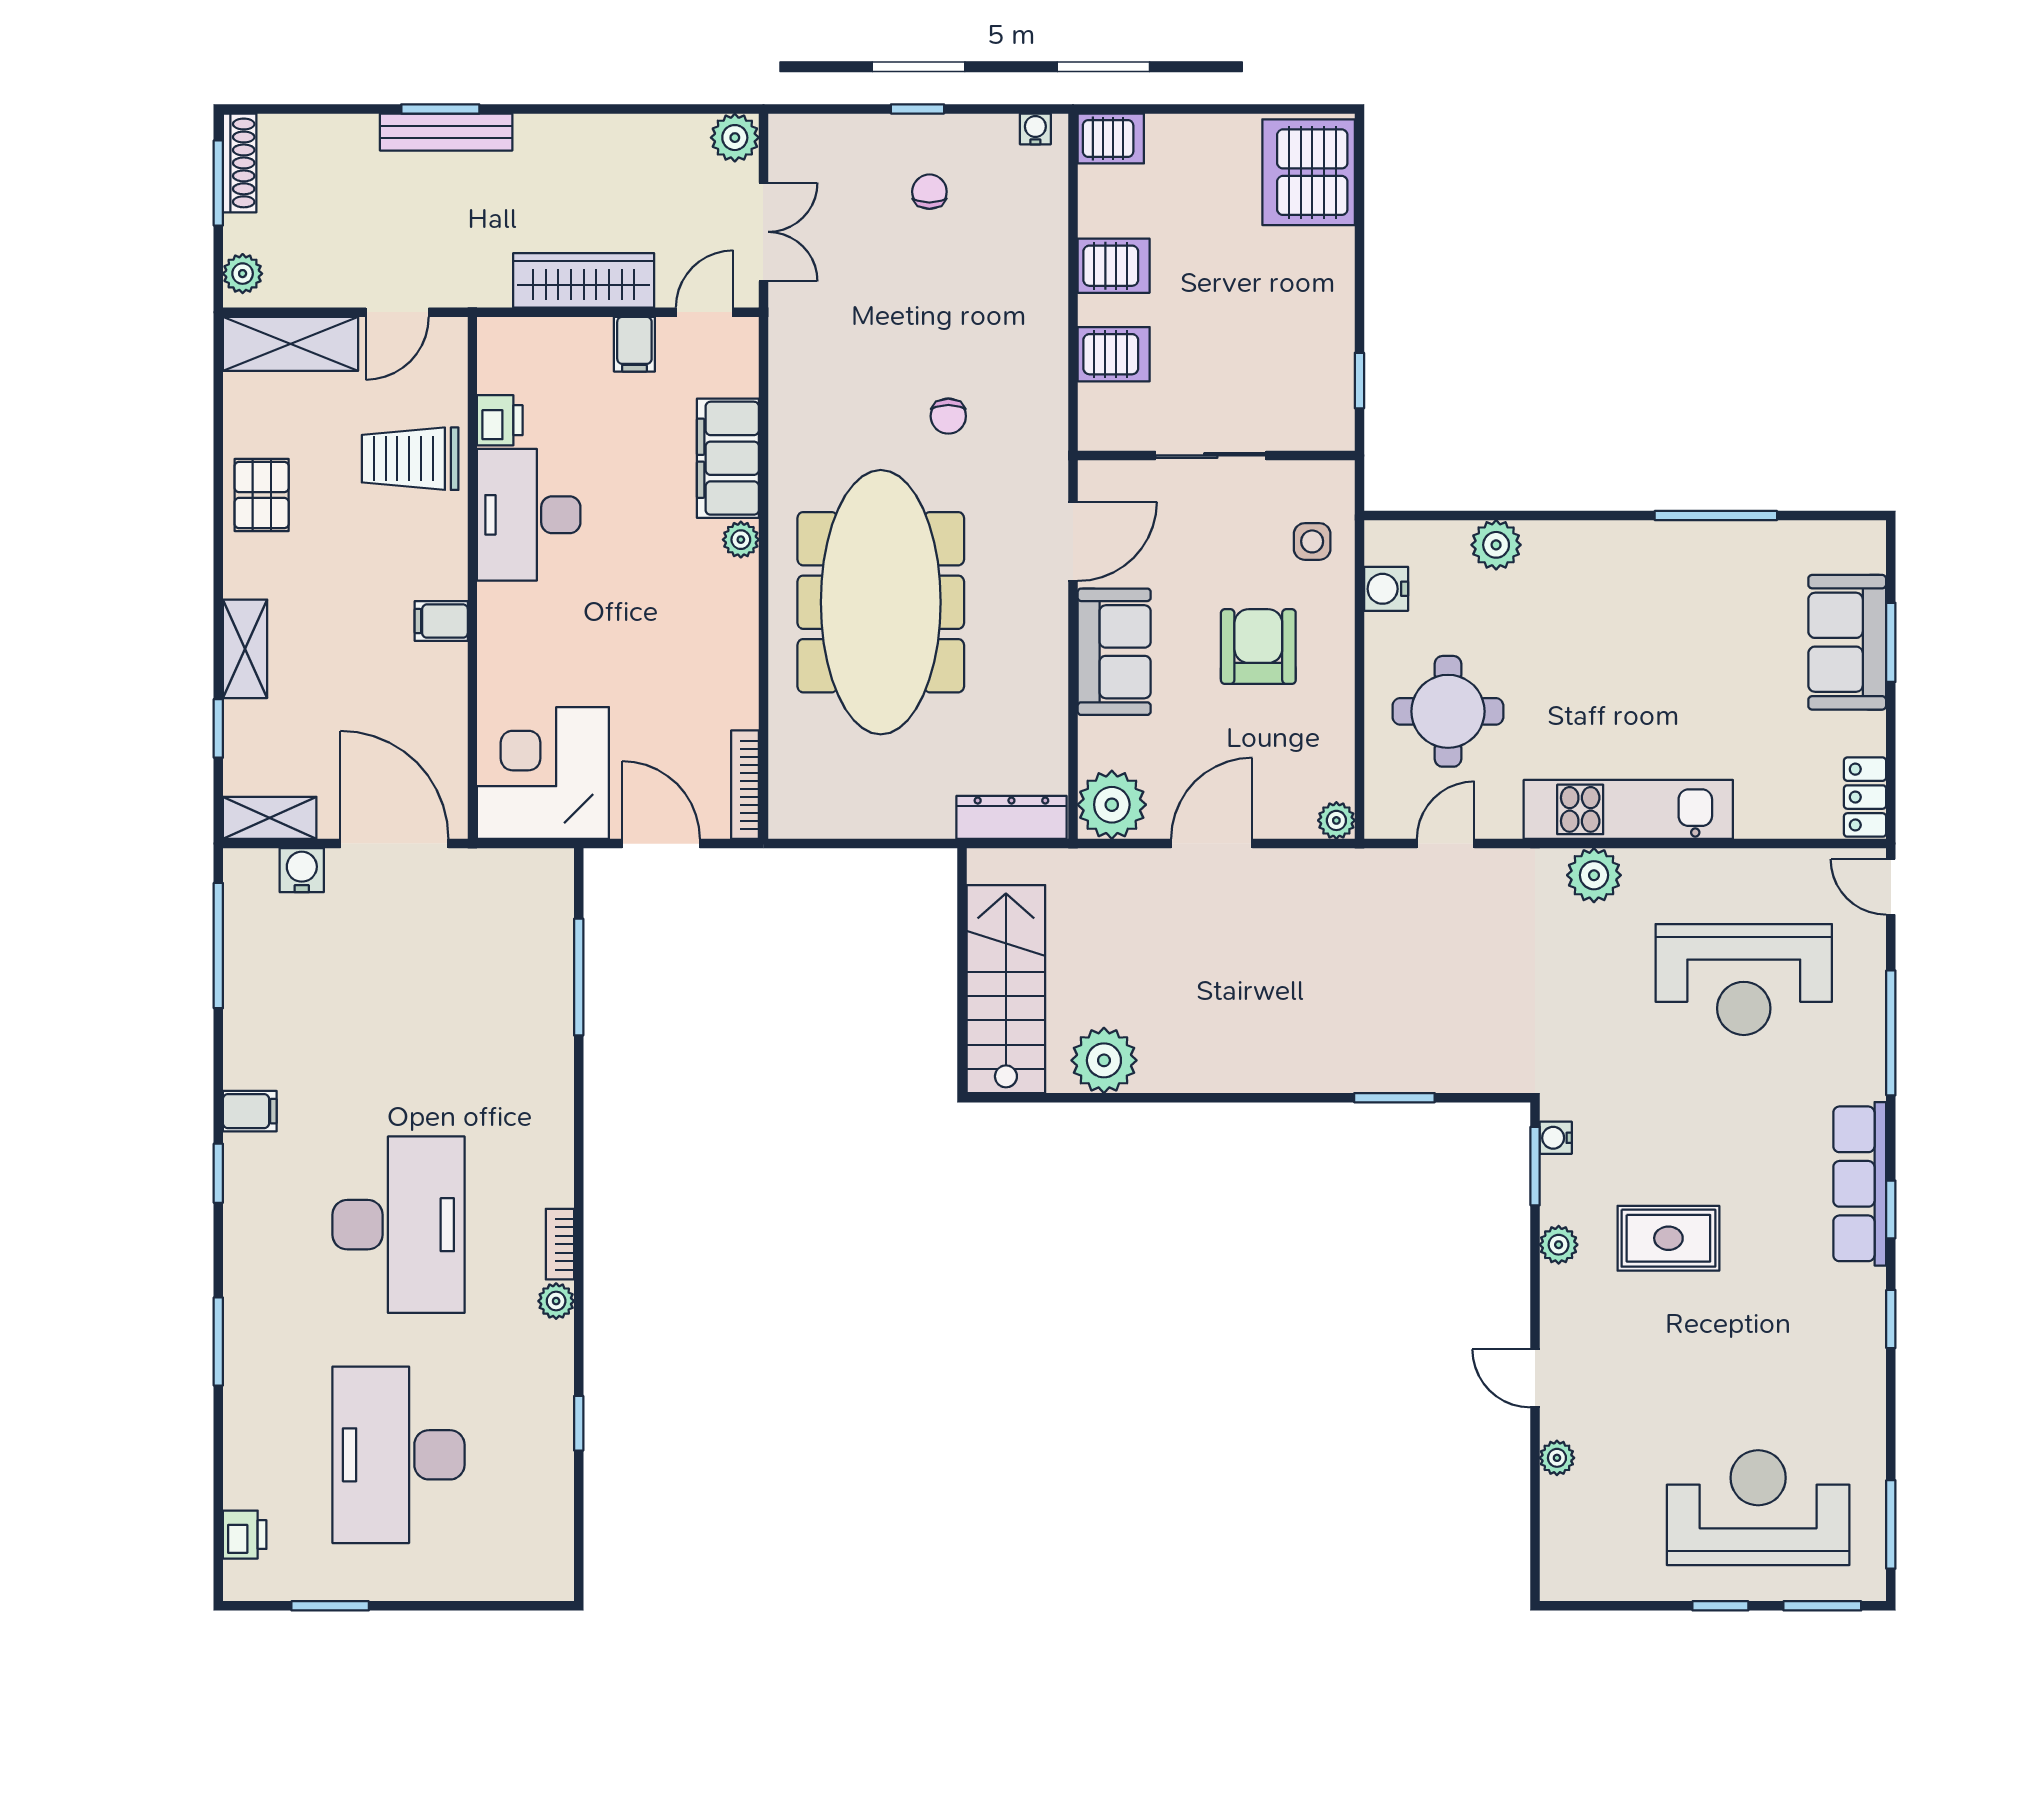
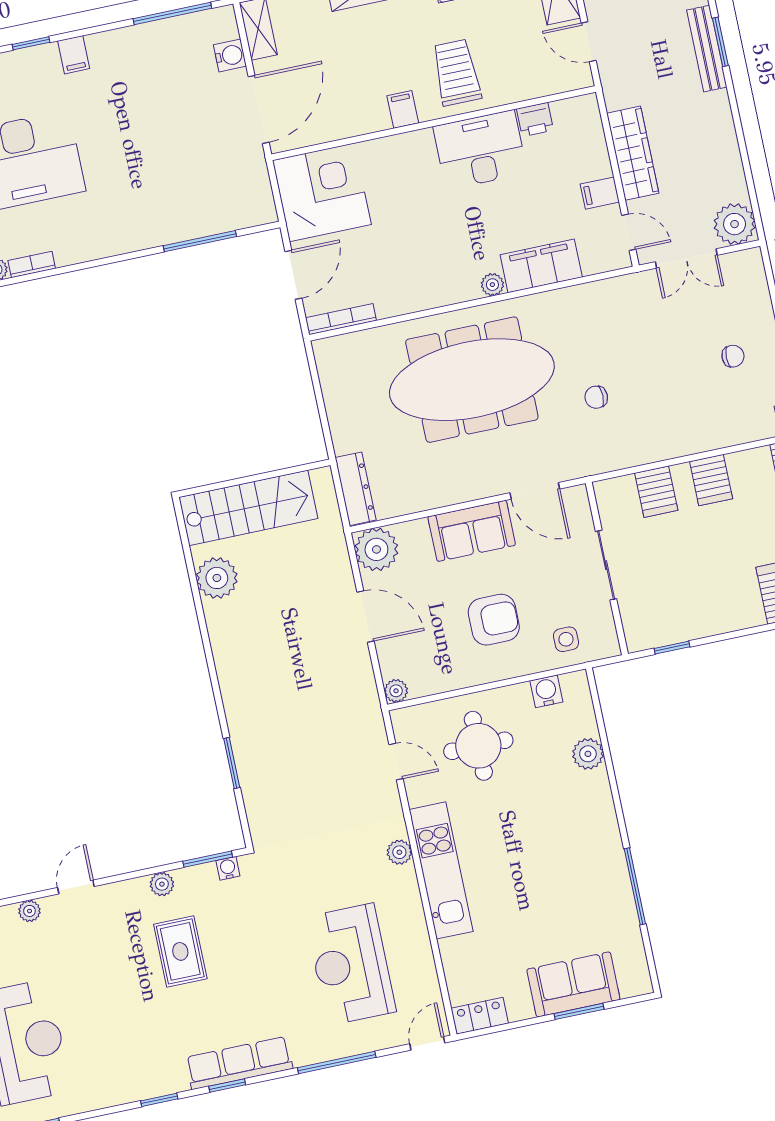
plant: (735, 138) -> (735, 224), width x1.36, depth x1.36
trolley: (410, 459) -> (456, 73), moved
plant: (1594, 875) -> (399, 852), width x0.73, depth x0.73

